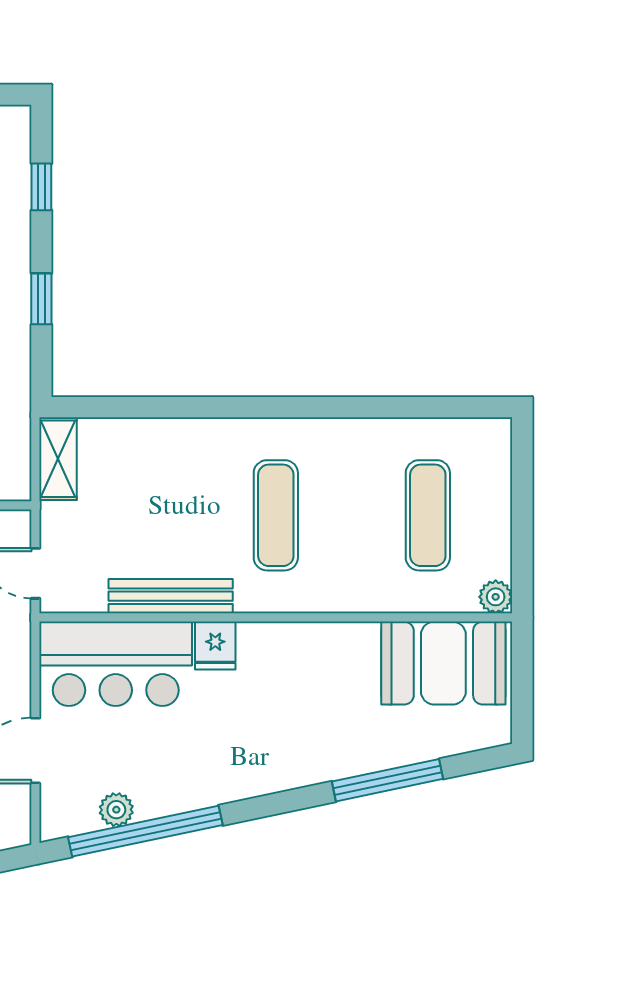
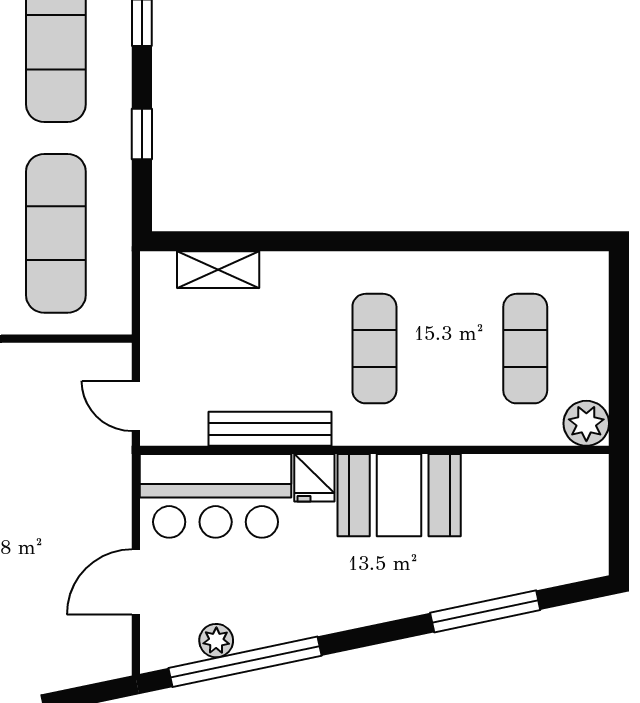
shelving: (58, 459) -> (218, 270), moved, turned 90
plant: (496, 597) -> (586, 423), width x1.38, depth x1.38
booth: (443, 663) -> (399, 495), moved

